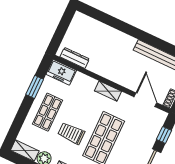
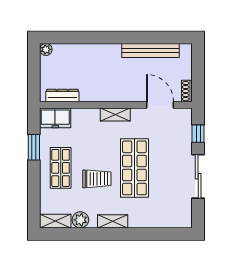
plant: (78, 17) -> (46, 49), added
trolley: (71, 133) -> (97, 179), turned 180

